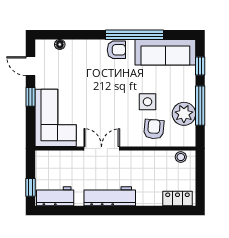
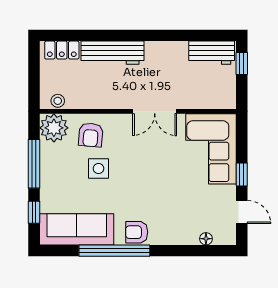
plant: (184, 114) -> (54, 128), moved
workbench: (110, 196) -> (113, 53), moved

